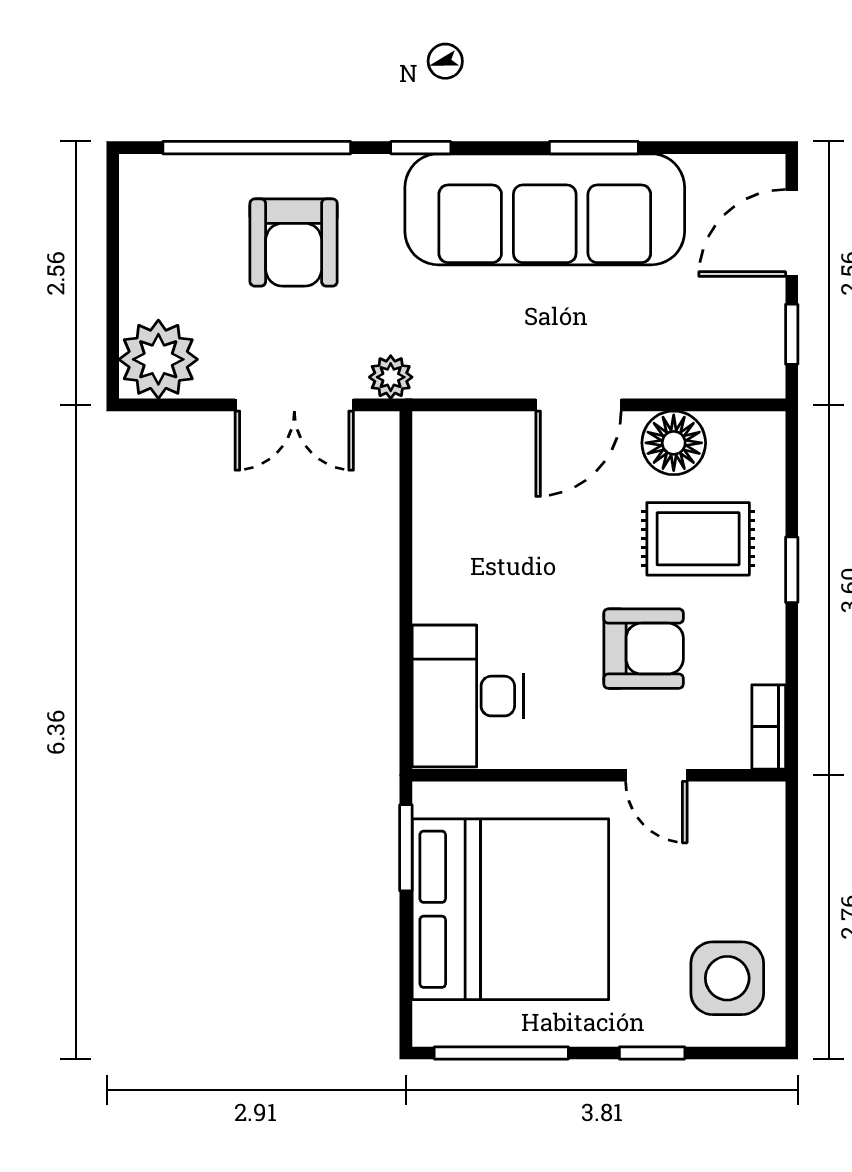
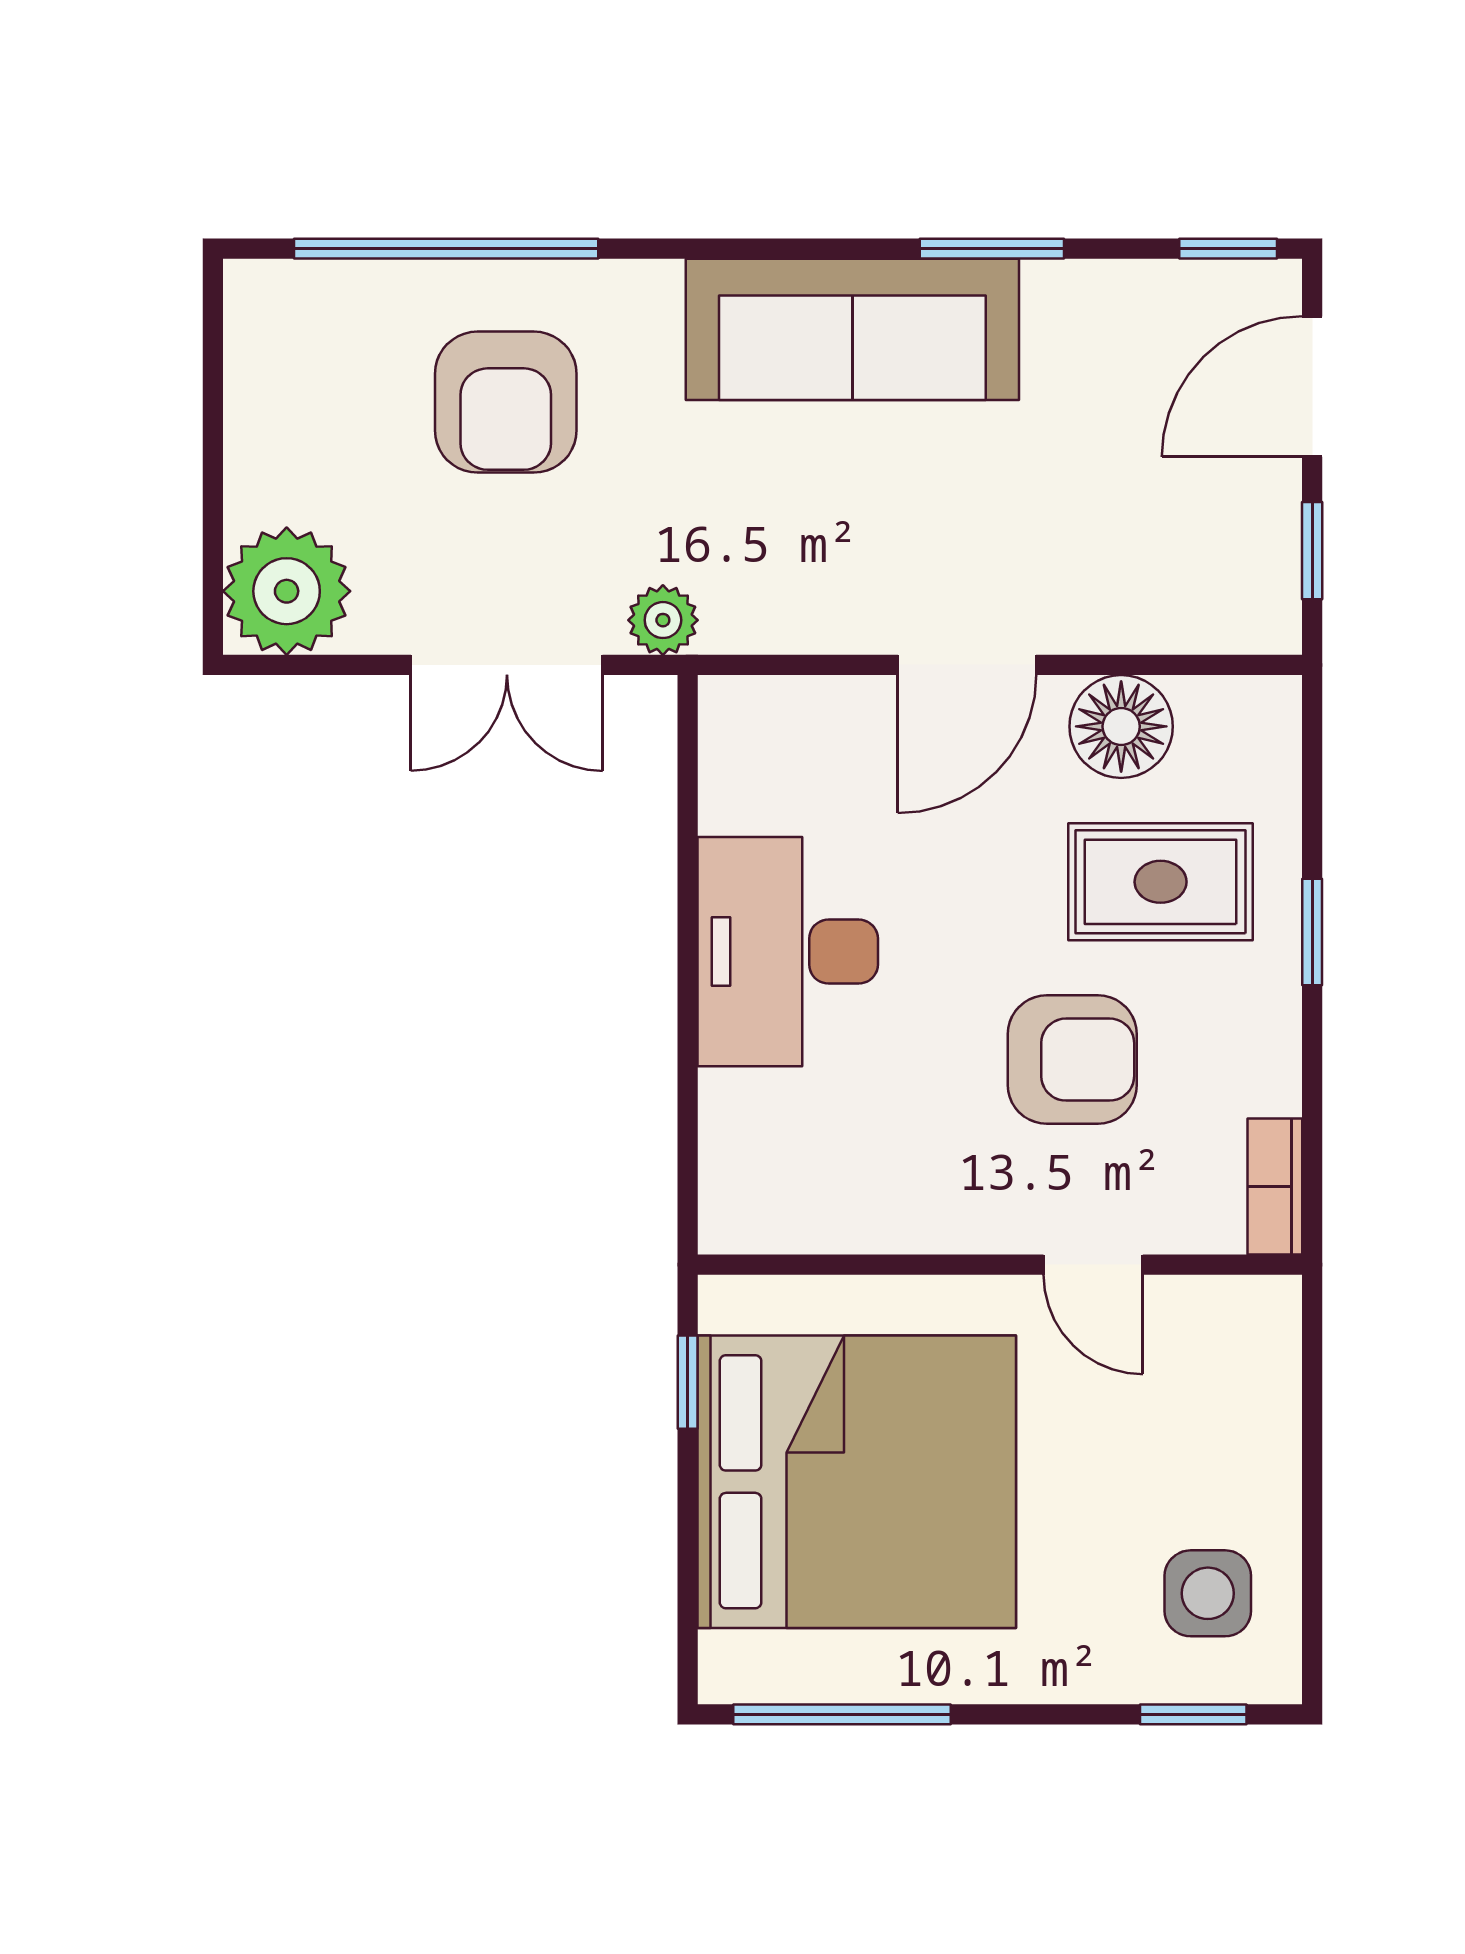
window: (421, 148) -> (1228, 249), moved
sofa: (545, 209) -> (852, 329), width x0.74, depth x0.79
desk: (468, 696) -> (788, 952), moved
window: (406, 848) -> (688, 1382), width x0.67
side table: (727, 978) -> (1208, 1593), width x0.73, depth x0.73
window: (652, 1053) -> (1193, 1714), moved

